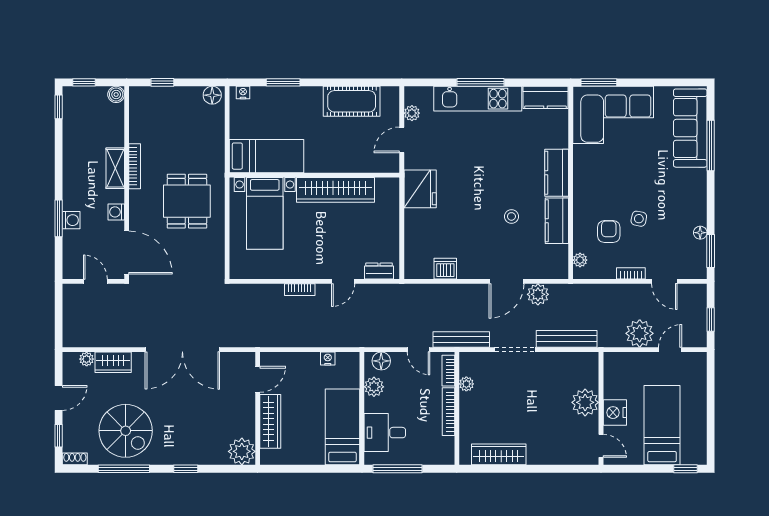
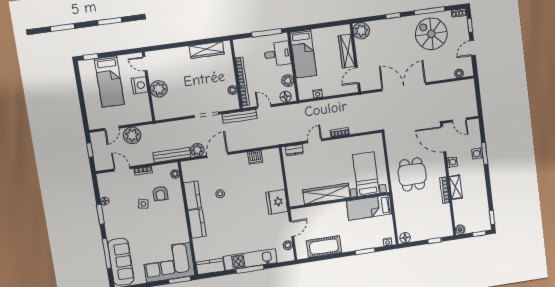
window: (711, 251) -> (100, 214), moved
bench: (567, 339) -> (172, 155), moved
wardrobe: (113, 362) -> (443, 74), removed

